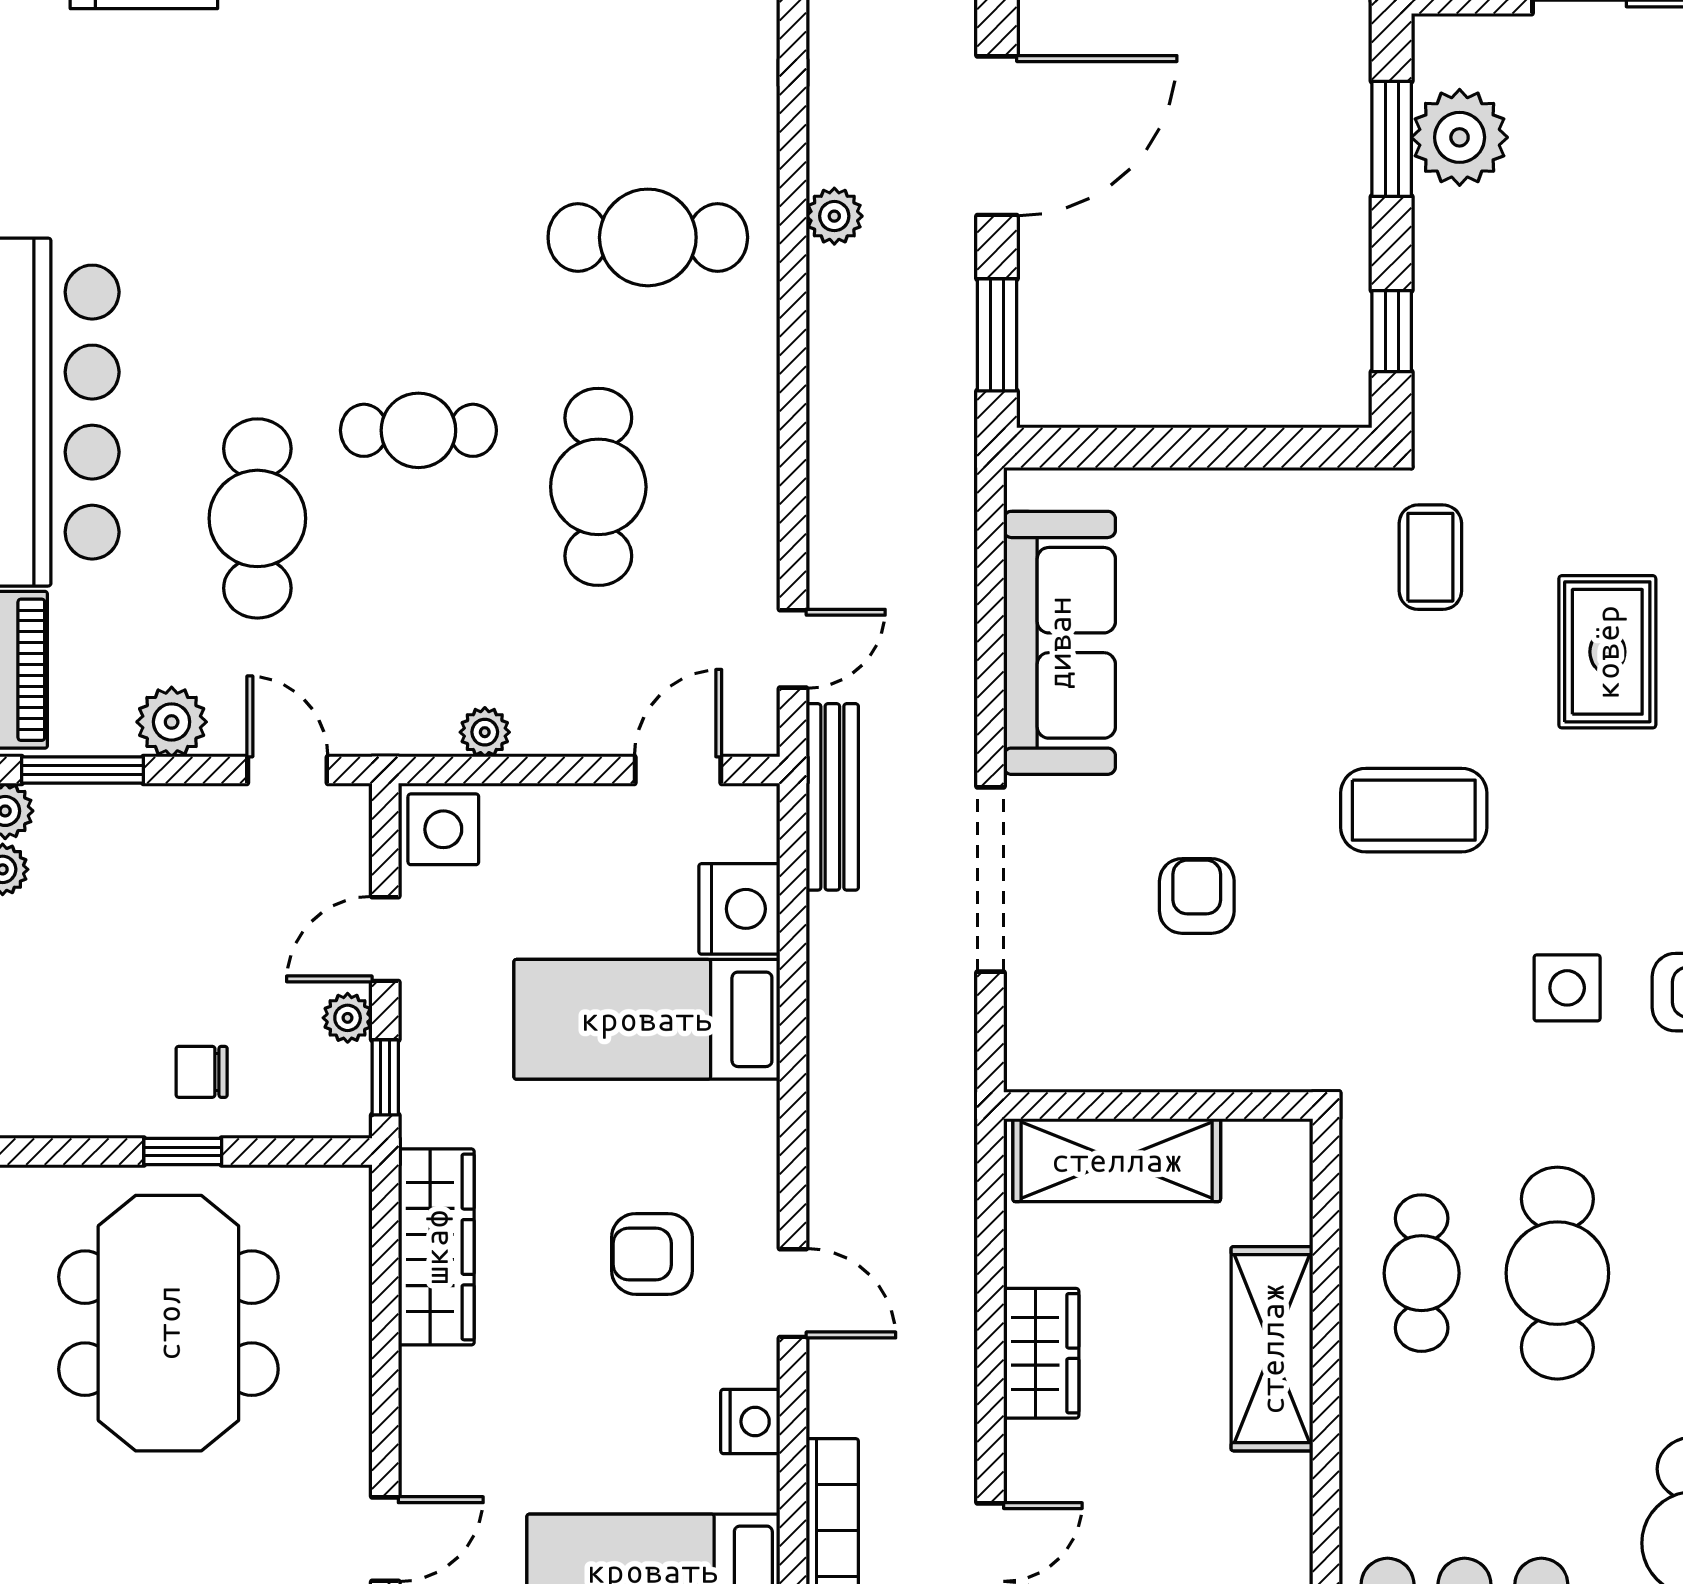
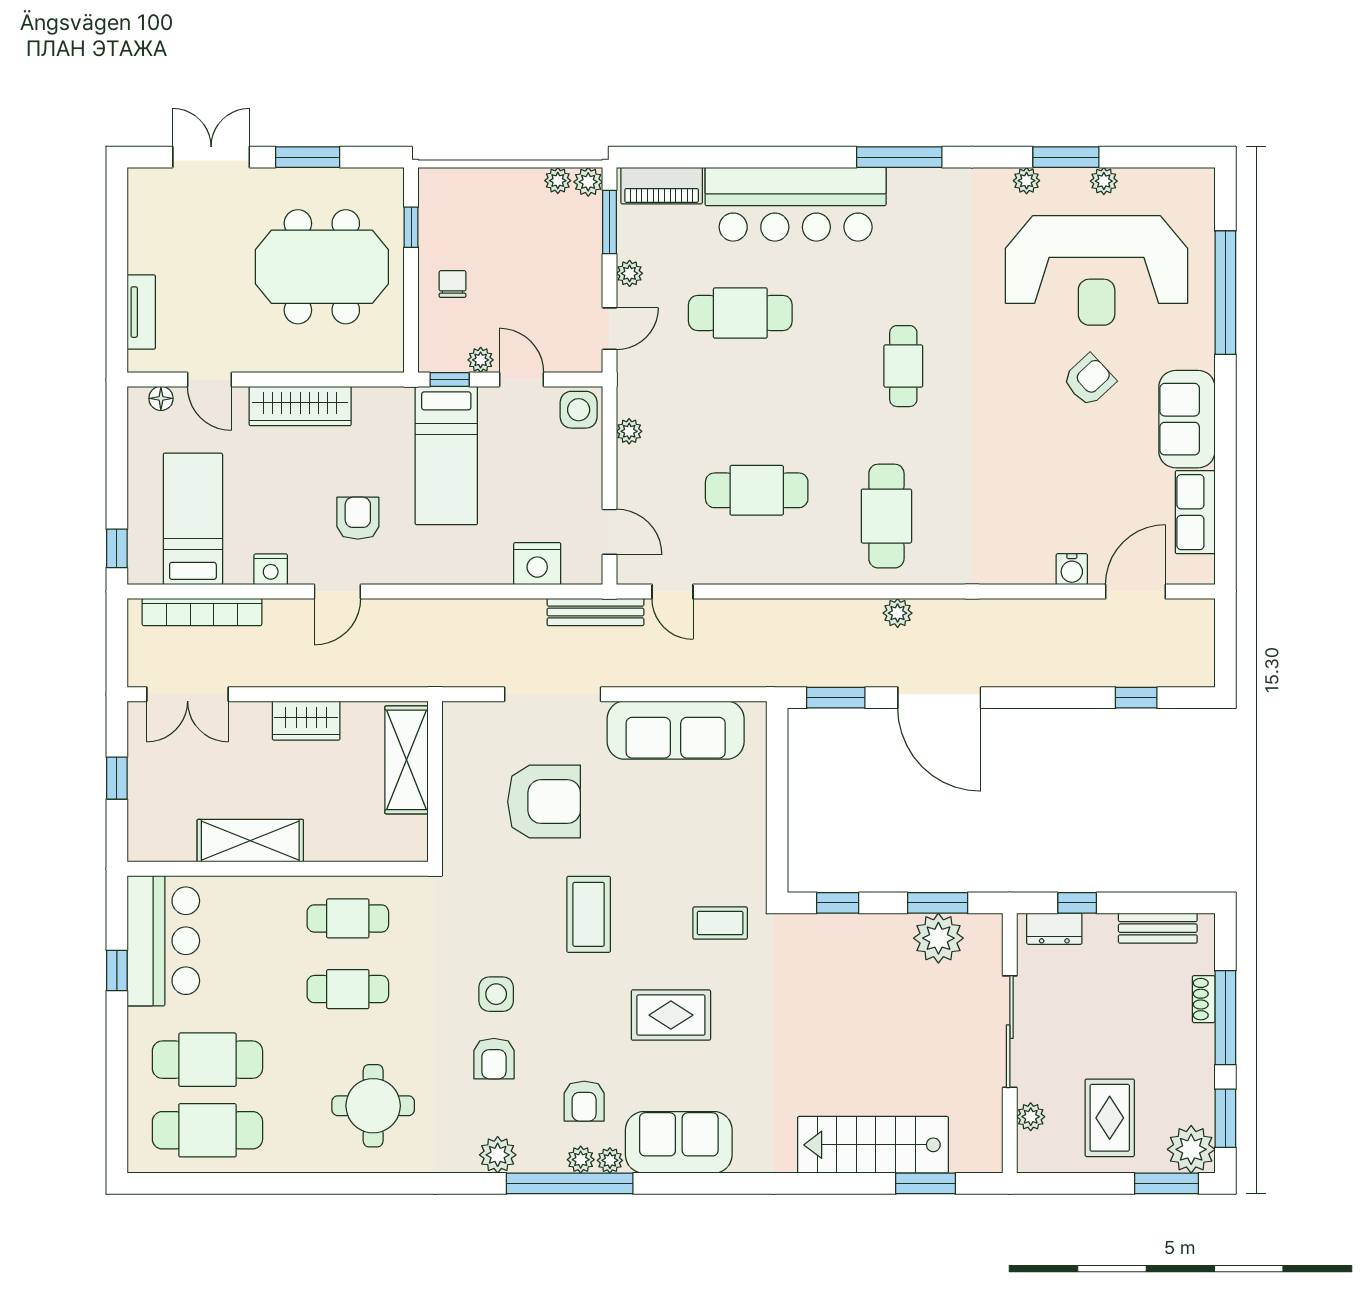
cafe table: (418, 430) -> (903, 366), moved
plant: (172, 722) -> (630, 273), width x0.73, depth x0.73
armchair: (1197, 896) -> (544, 802), width x1.88, depth x1.88
bed: (647, 1019) -> (446, 456), moved, turned 180
window: (183, 1152) -> (411, 227), moved
wardrobe: (436, 1247) -> (300, 406), moved
cafe table: (1557, 1273) -> (348, 989), width x0.73, depth x0.74
shelving: (1272, 1349) -> (250, 841), moved

